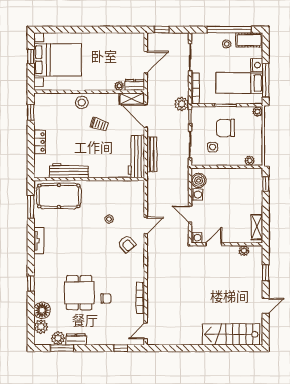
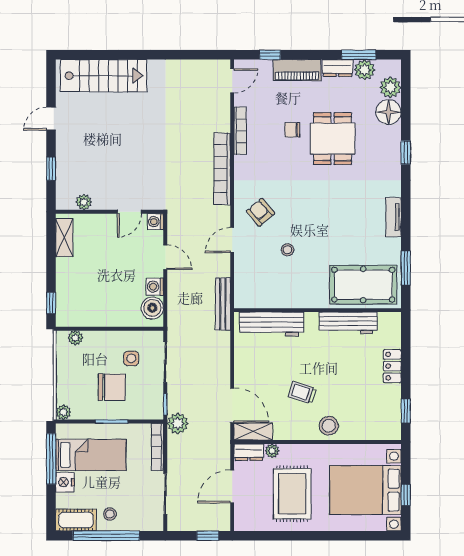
rug: (106, 57) -> (292, 494), added
bench: (152, 154) -> (223, 304), moved
workbench: (136, 157) -> (272, 324), moved, turned 90
bookcase: (152, 273) -> (222, 169), added
piano: (103, 338) -> (297, 70), added

